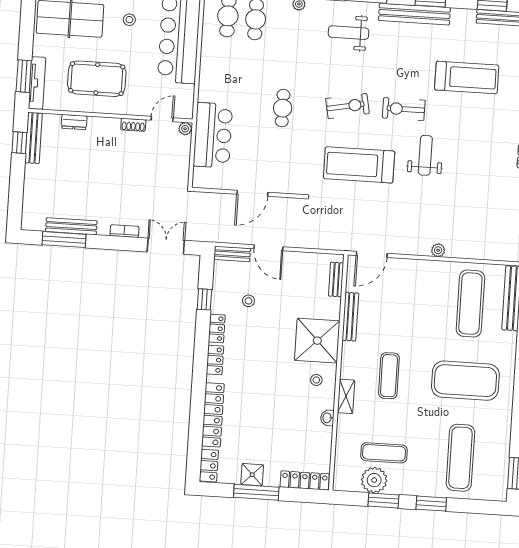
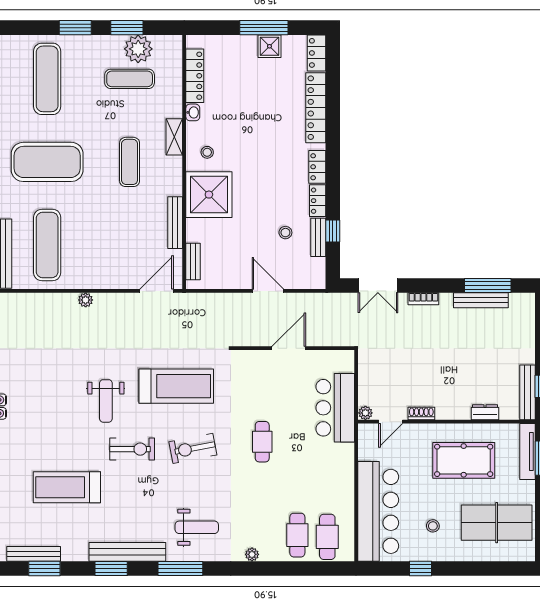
bench: (232, 254) -> (318, 237), moved, turned 90
locker: (305, 480) -> (195, 76), moved, turned -90

